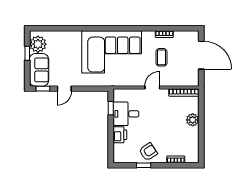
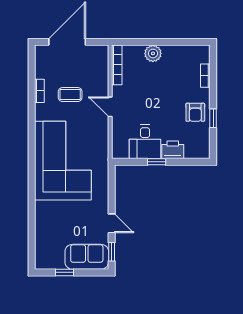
plant: (38, 44) -> (53, 258), removed
window: (111, 108) -> (157, 162), moved
armchair: (148, 152) -> (195, 112), turned -147

